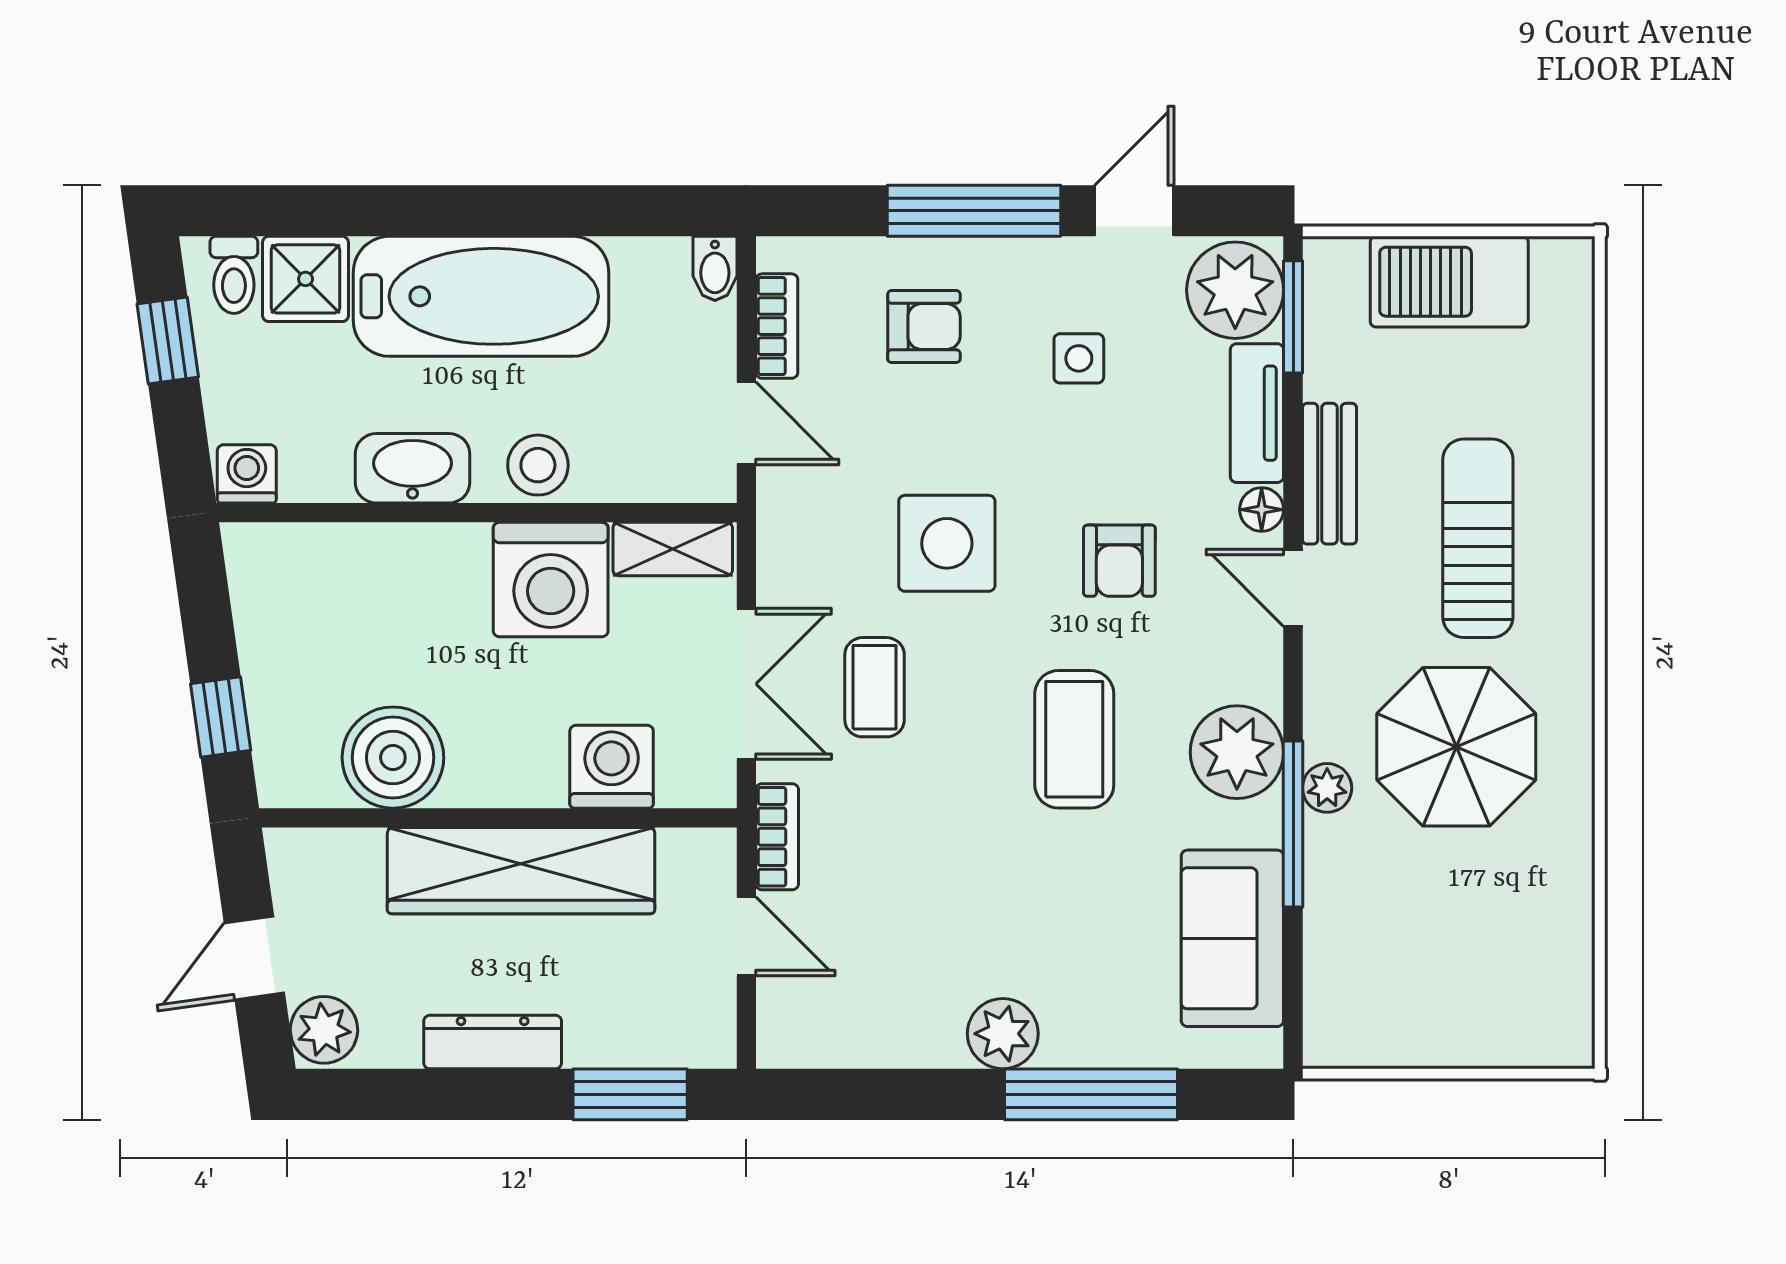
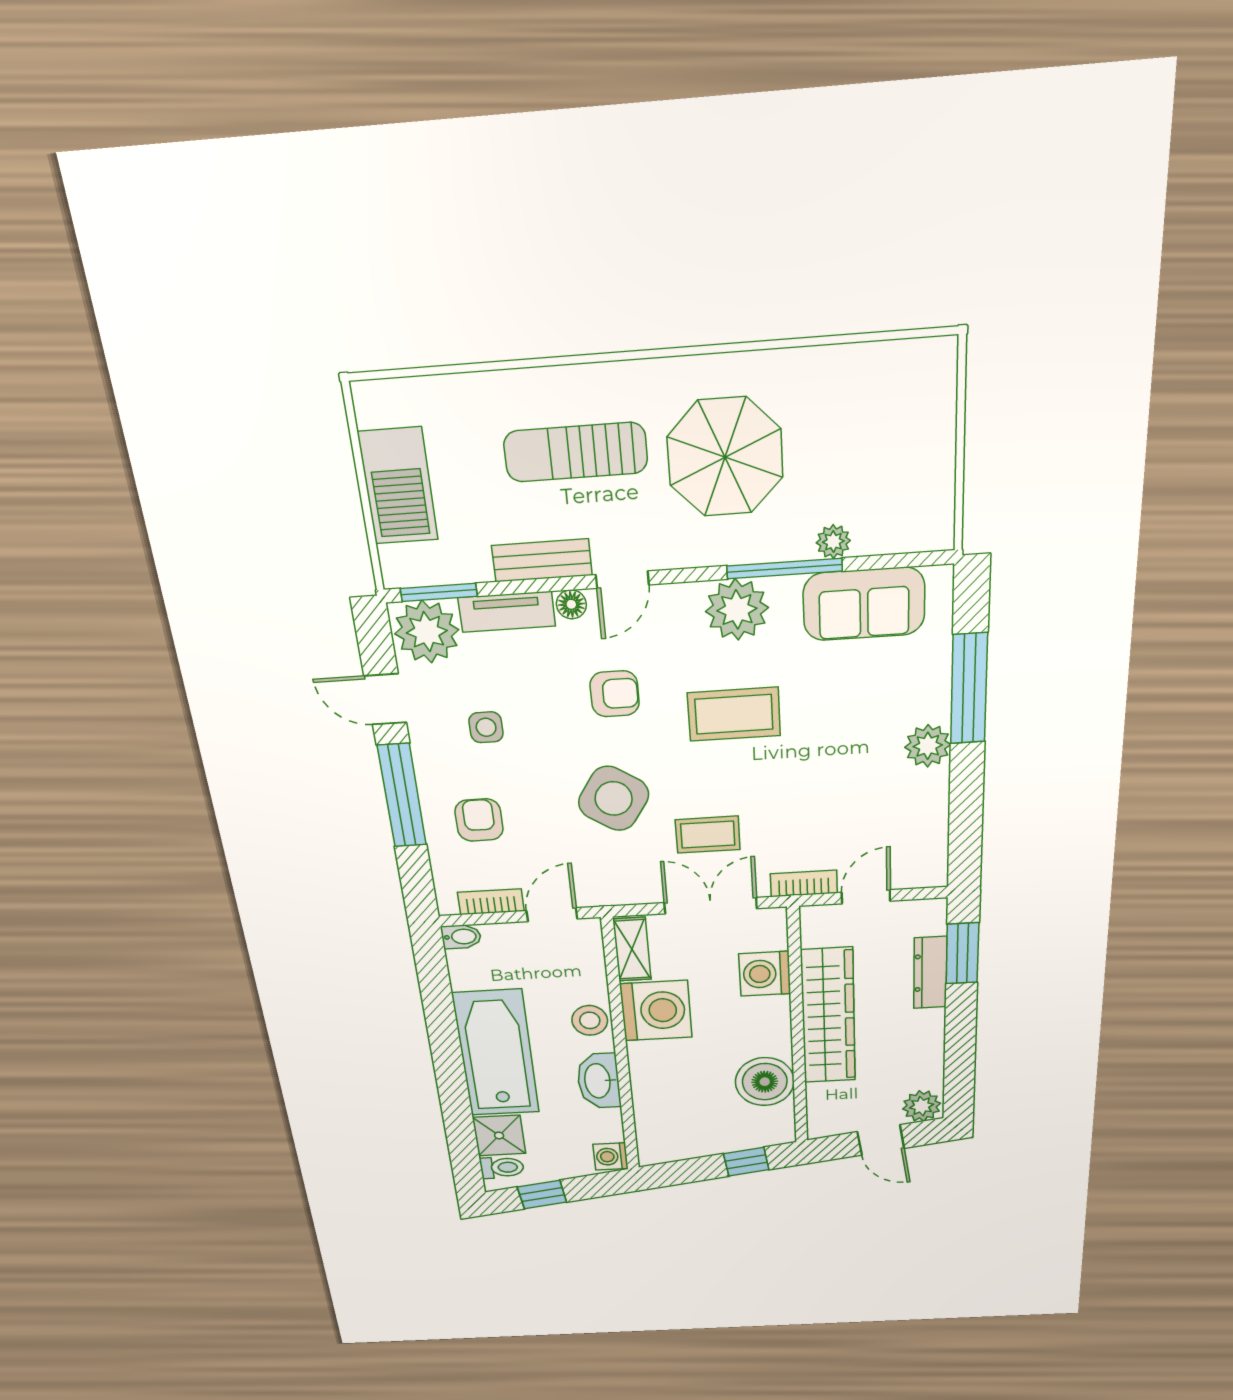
side table: (947, 543) -> (614, 799), turned 33
plant: (1327, 788) -> (833, 542), moved
dresser: (493, 1042) -> (930, 973), moved

